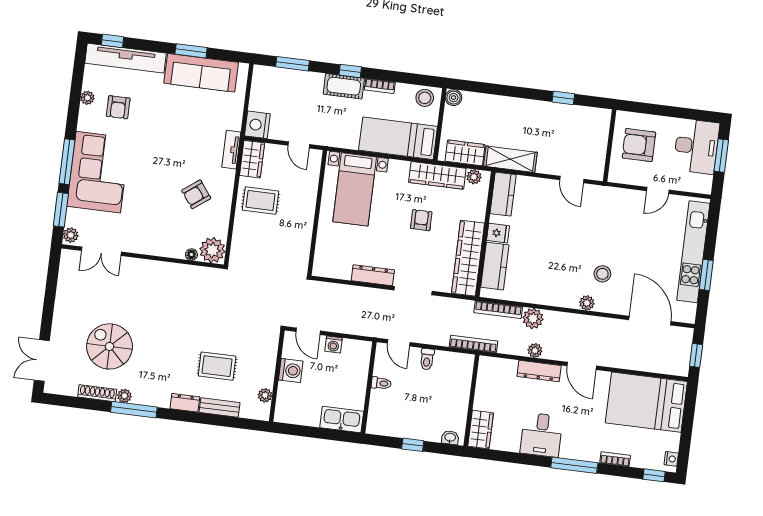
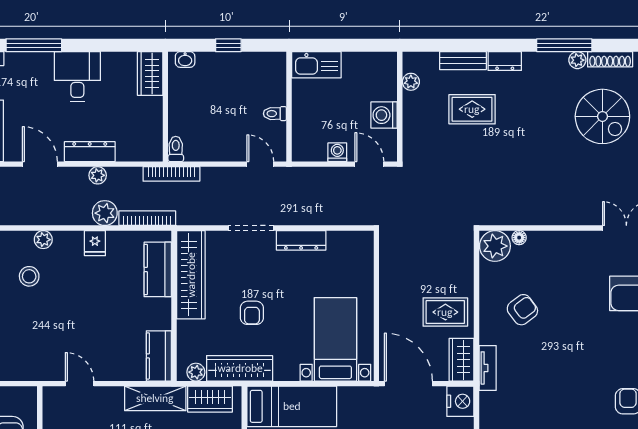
door: (299, 145) -> (408, 384), width x1.88
fridge: (498, 233) -> (95, 243), moved, turned -90
toilet: (427, 359) -> (176, 149), moved

